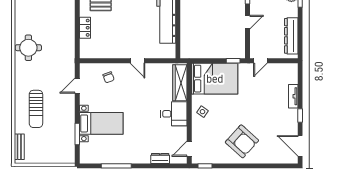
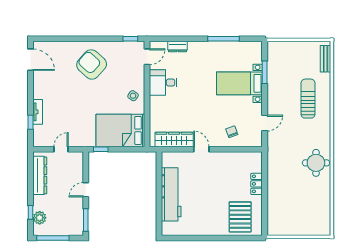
door: (260, 61) -> (61, 149), moved
wardrobe: (180, 83) -> (174, 139), moved, turned -90
desk: (174, 114) -> (163, 83), moved
window: (300, 116) -> (31, 122), moved

